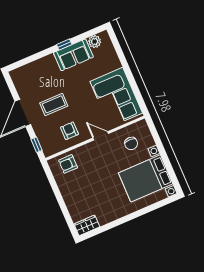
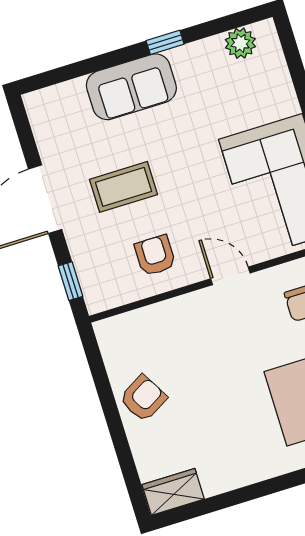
sofa: (73, 55) -> (131, 87), moved
armchair: (68, 164) -> (143, 398), moved, turned 150

